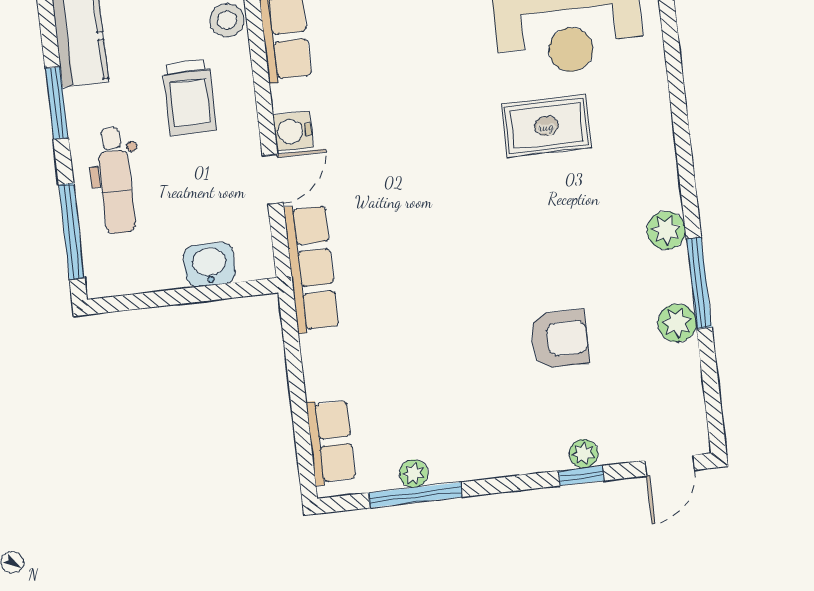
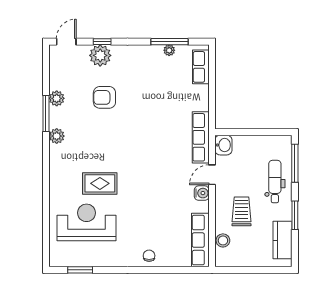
washbasin: (209, 265) -> (223, 145), moved, turned -90
plant: (584, 454) -> (100, 55), width x1.87, depth x1.87

